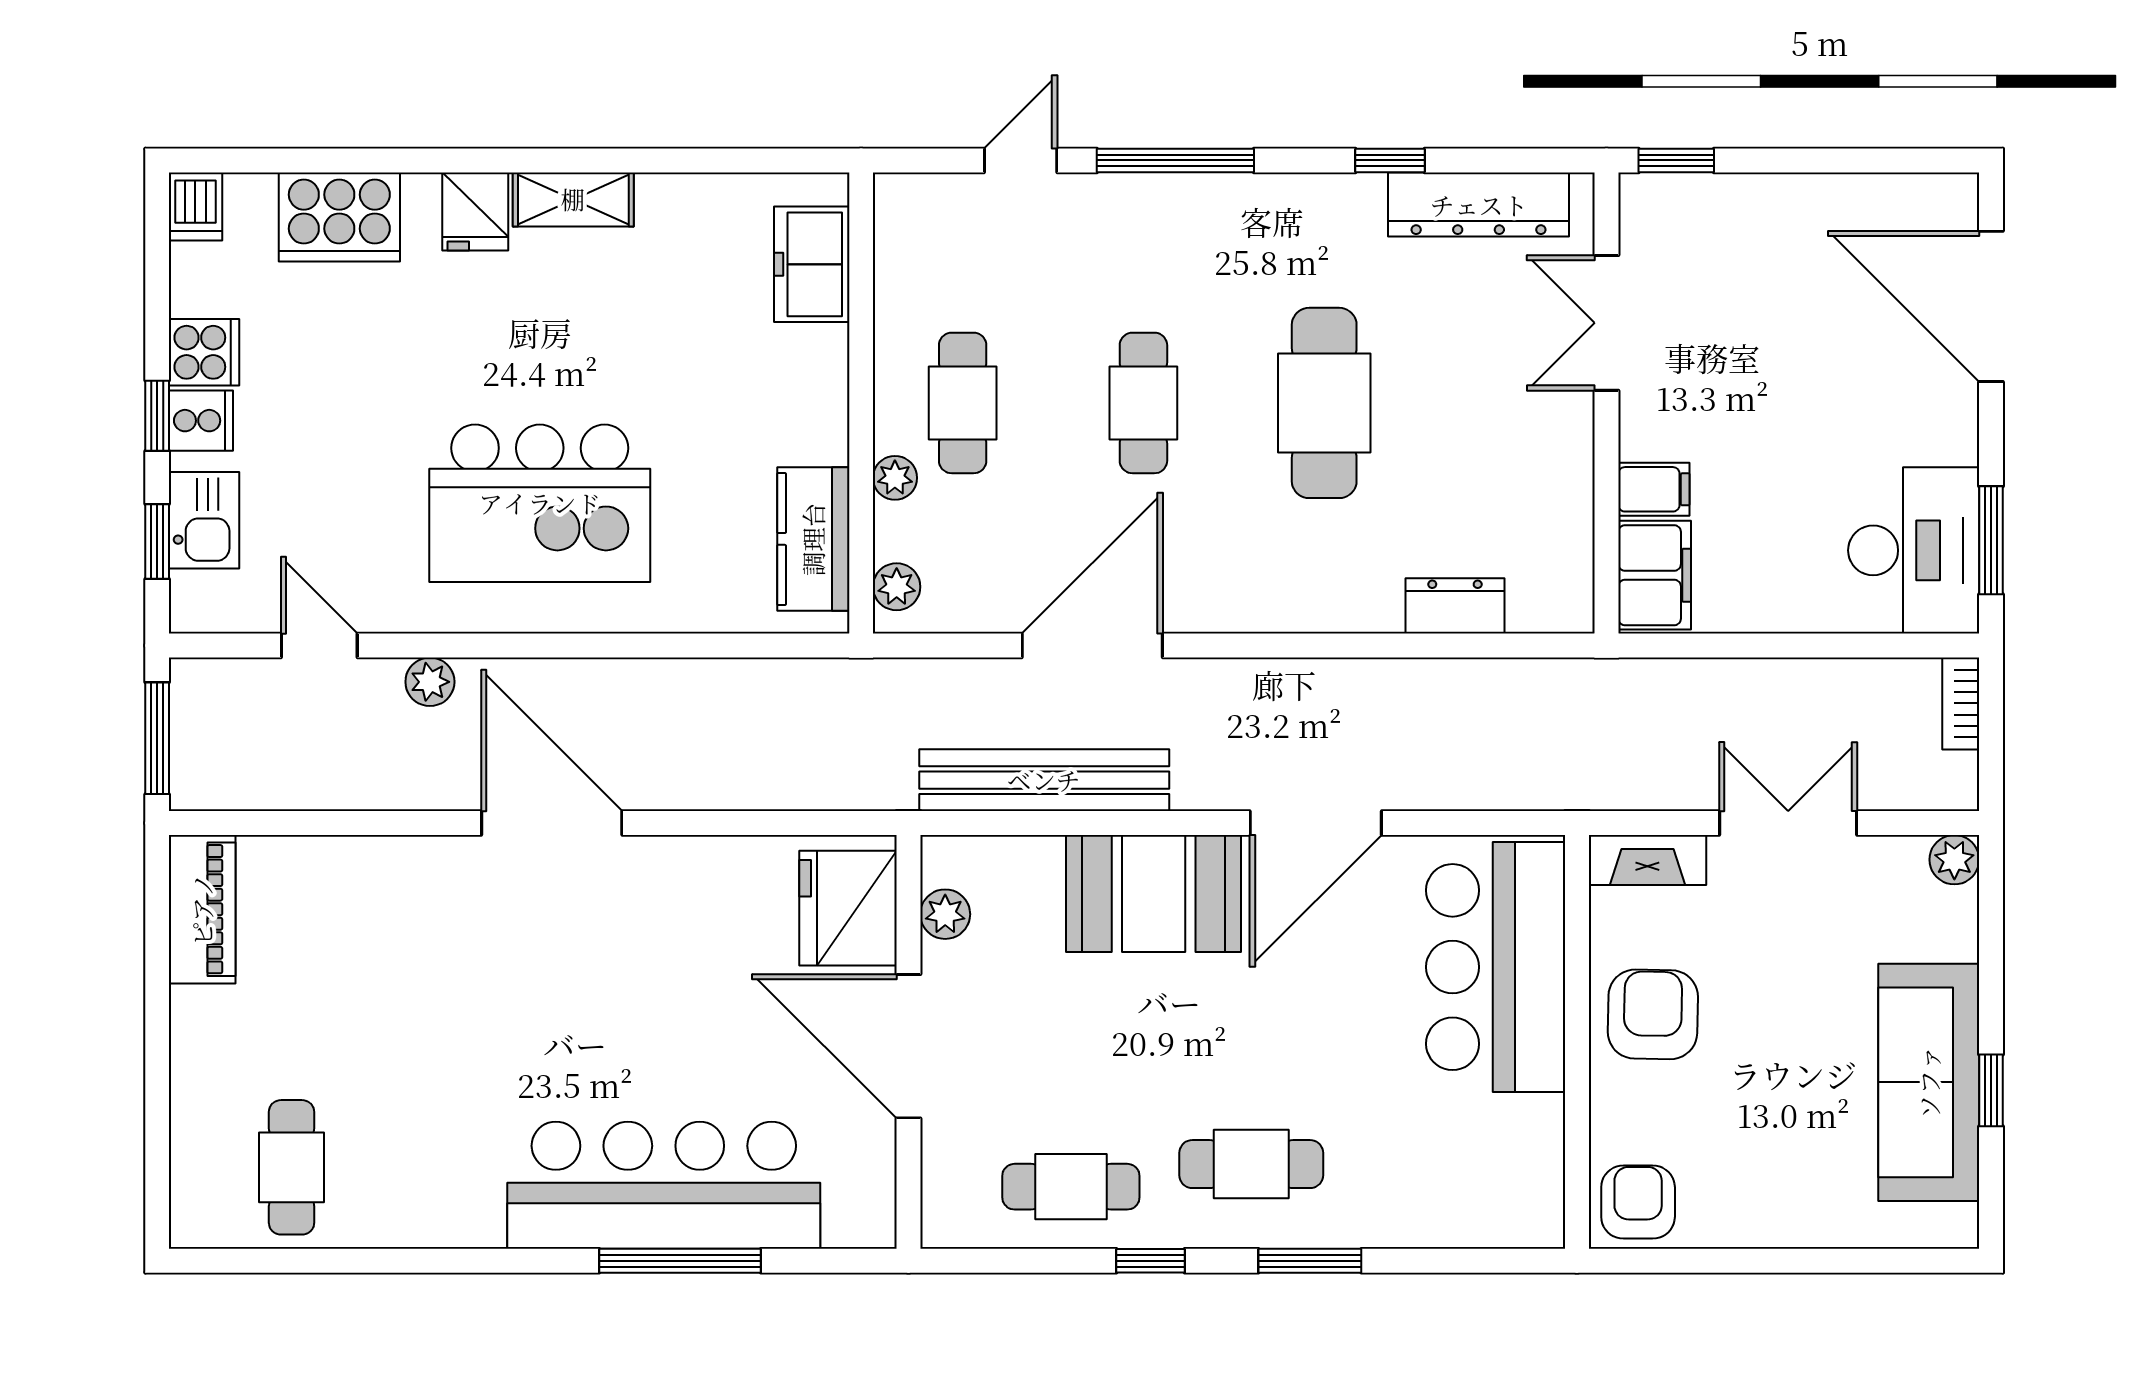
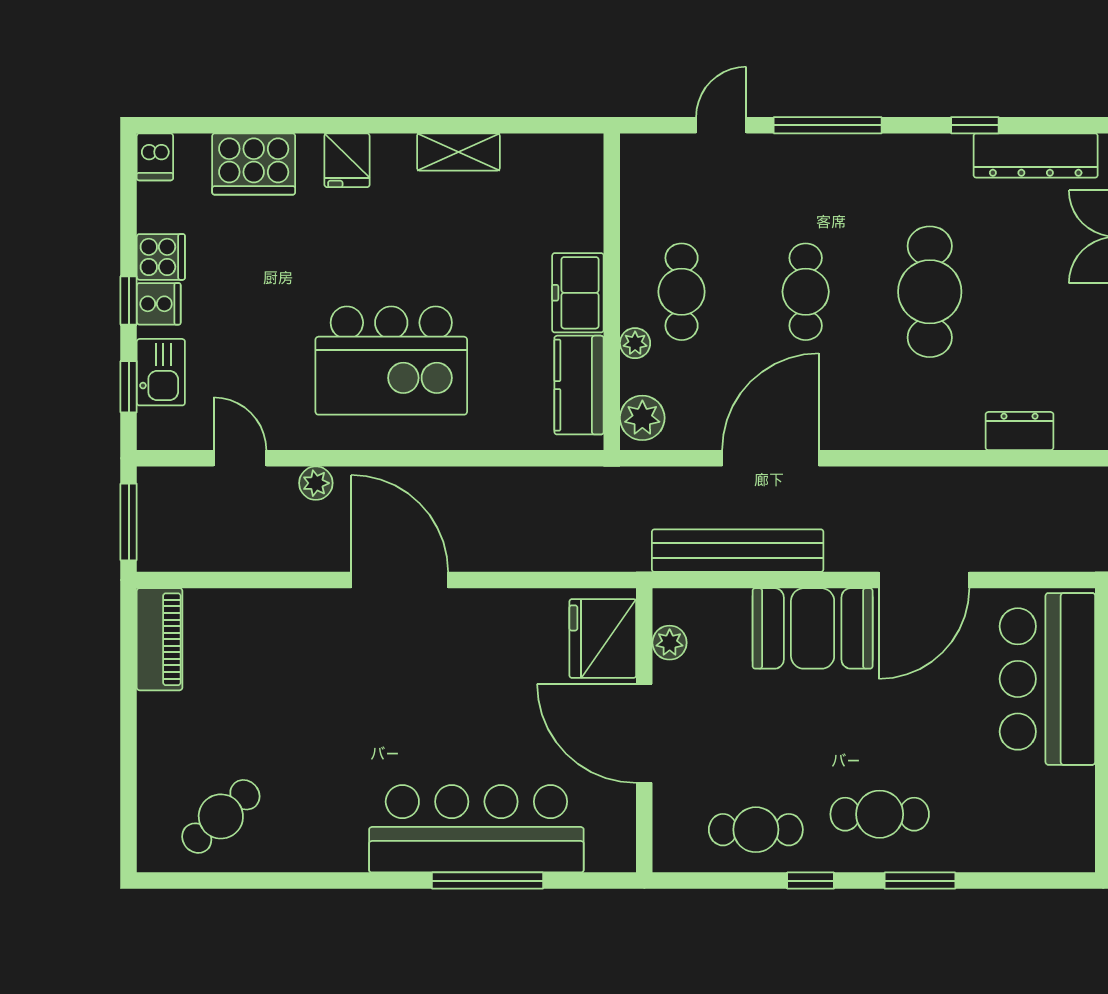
shelving: (573, 199) -> (458, 152), moved
freezer: (812, 264) -> (578, 293), moved
plant: (897, 587) -> (642, 418), width x1.38, depth x1.38
cafe table: (292, 1167) -> (221, 816), turned 48

